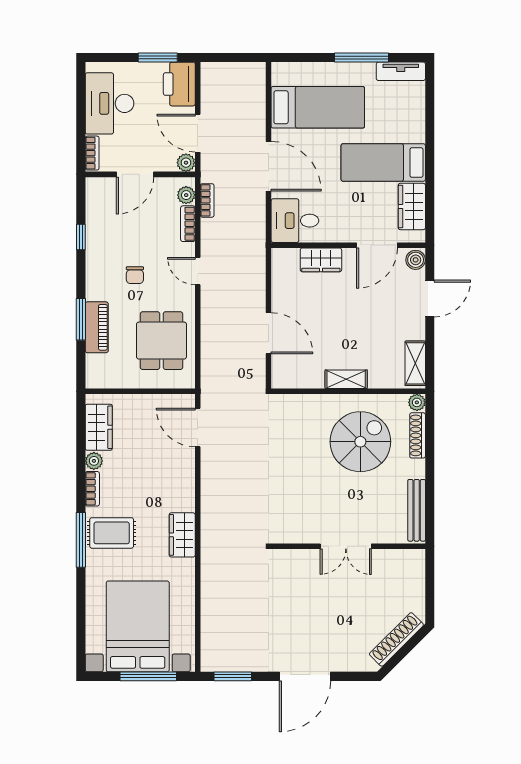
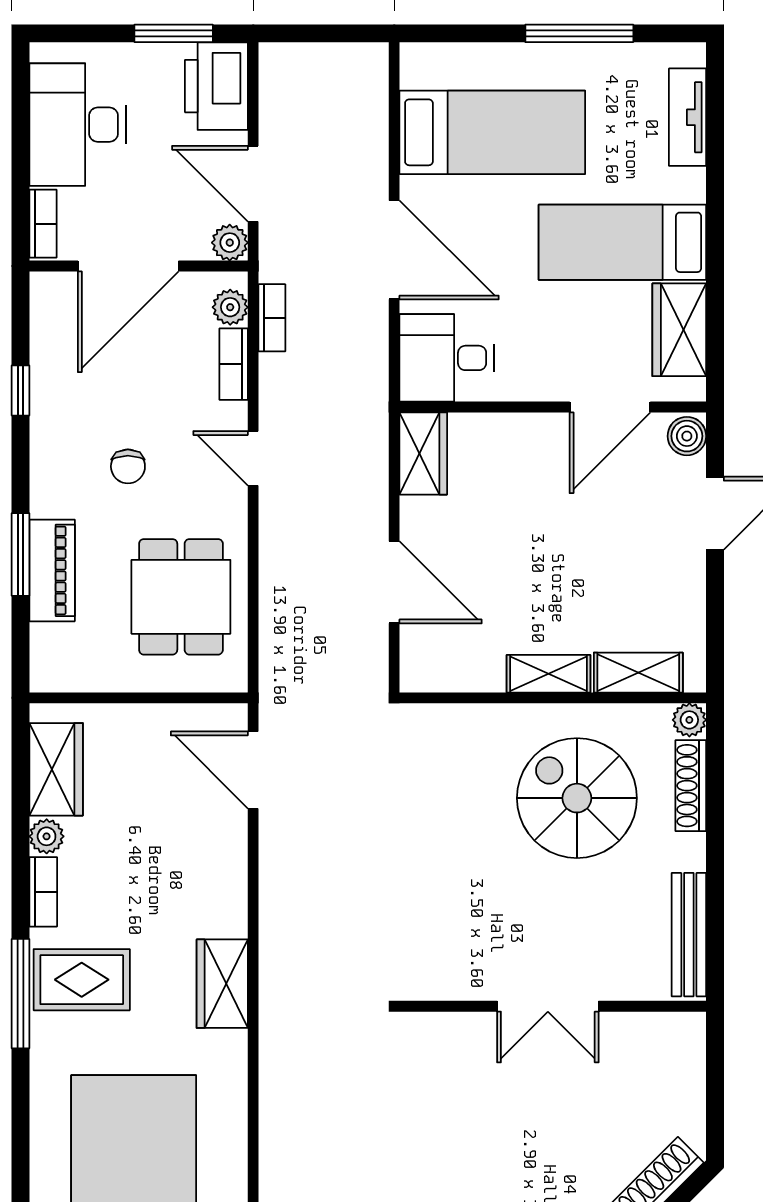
tv unit: (401, 71) -> (688, 117), moved, turned 90
door: (135, 174) -> (128, 266), width x1.36
wardrobe: (321, 260) -> (423, 453), moved, turned -90
shelving: (415, 363) -> (638, 673), moved, turned 90
spiral stairs: (360, 442) -> (577, 798), turned -90

